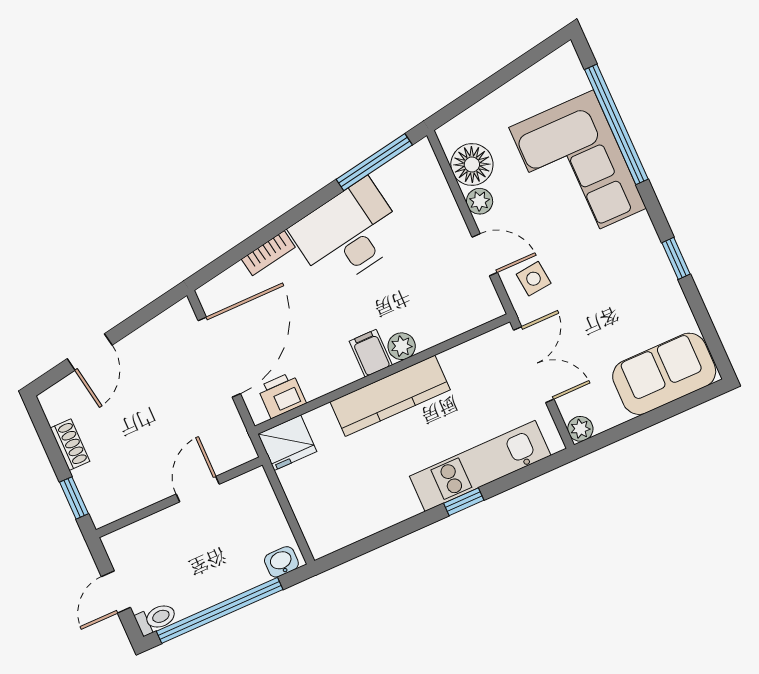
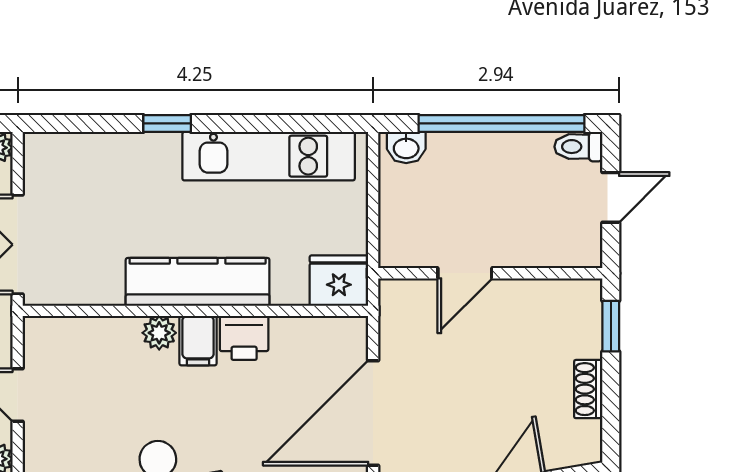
printer: (282, 395) -> (244, 338), moved
kitchen unit: (480, 466) -> (269, 156), moved

